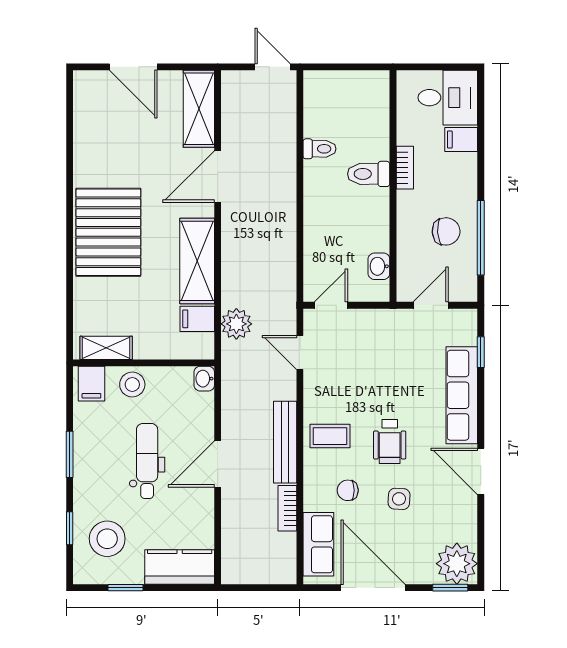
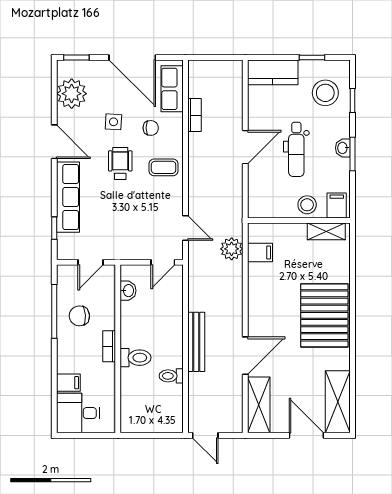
bookcase: (405, 168) -> (109, 346), moved
shelving: (197, 261) -> (338, 402), moved
washbasin: (204, 379) -> (343, 148), moved, turned 180
bench: (285, 442) -> (196, 342), moved
plant: (457, 564) -> (72, 94), moved

